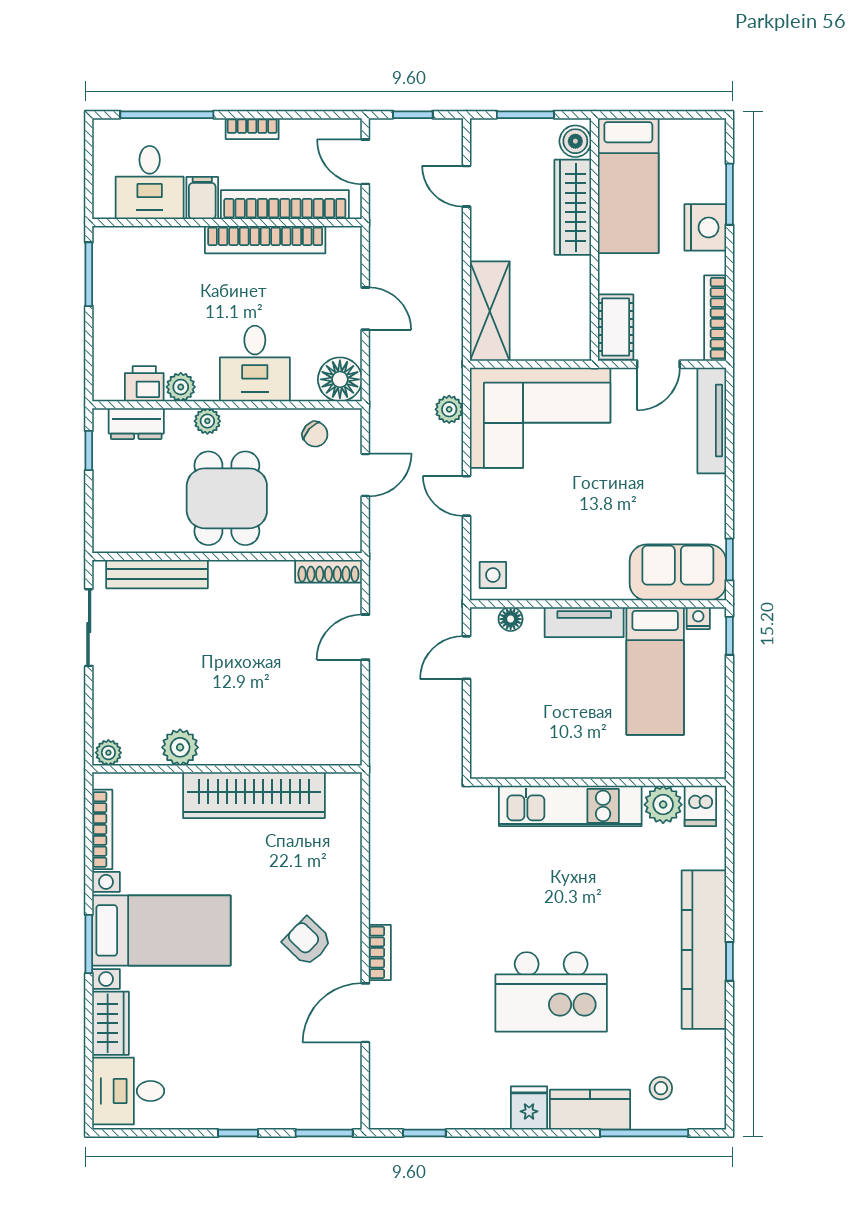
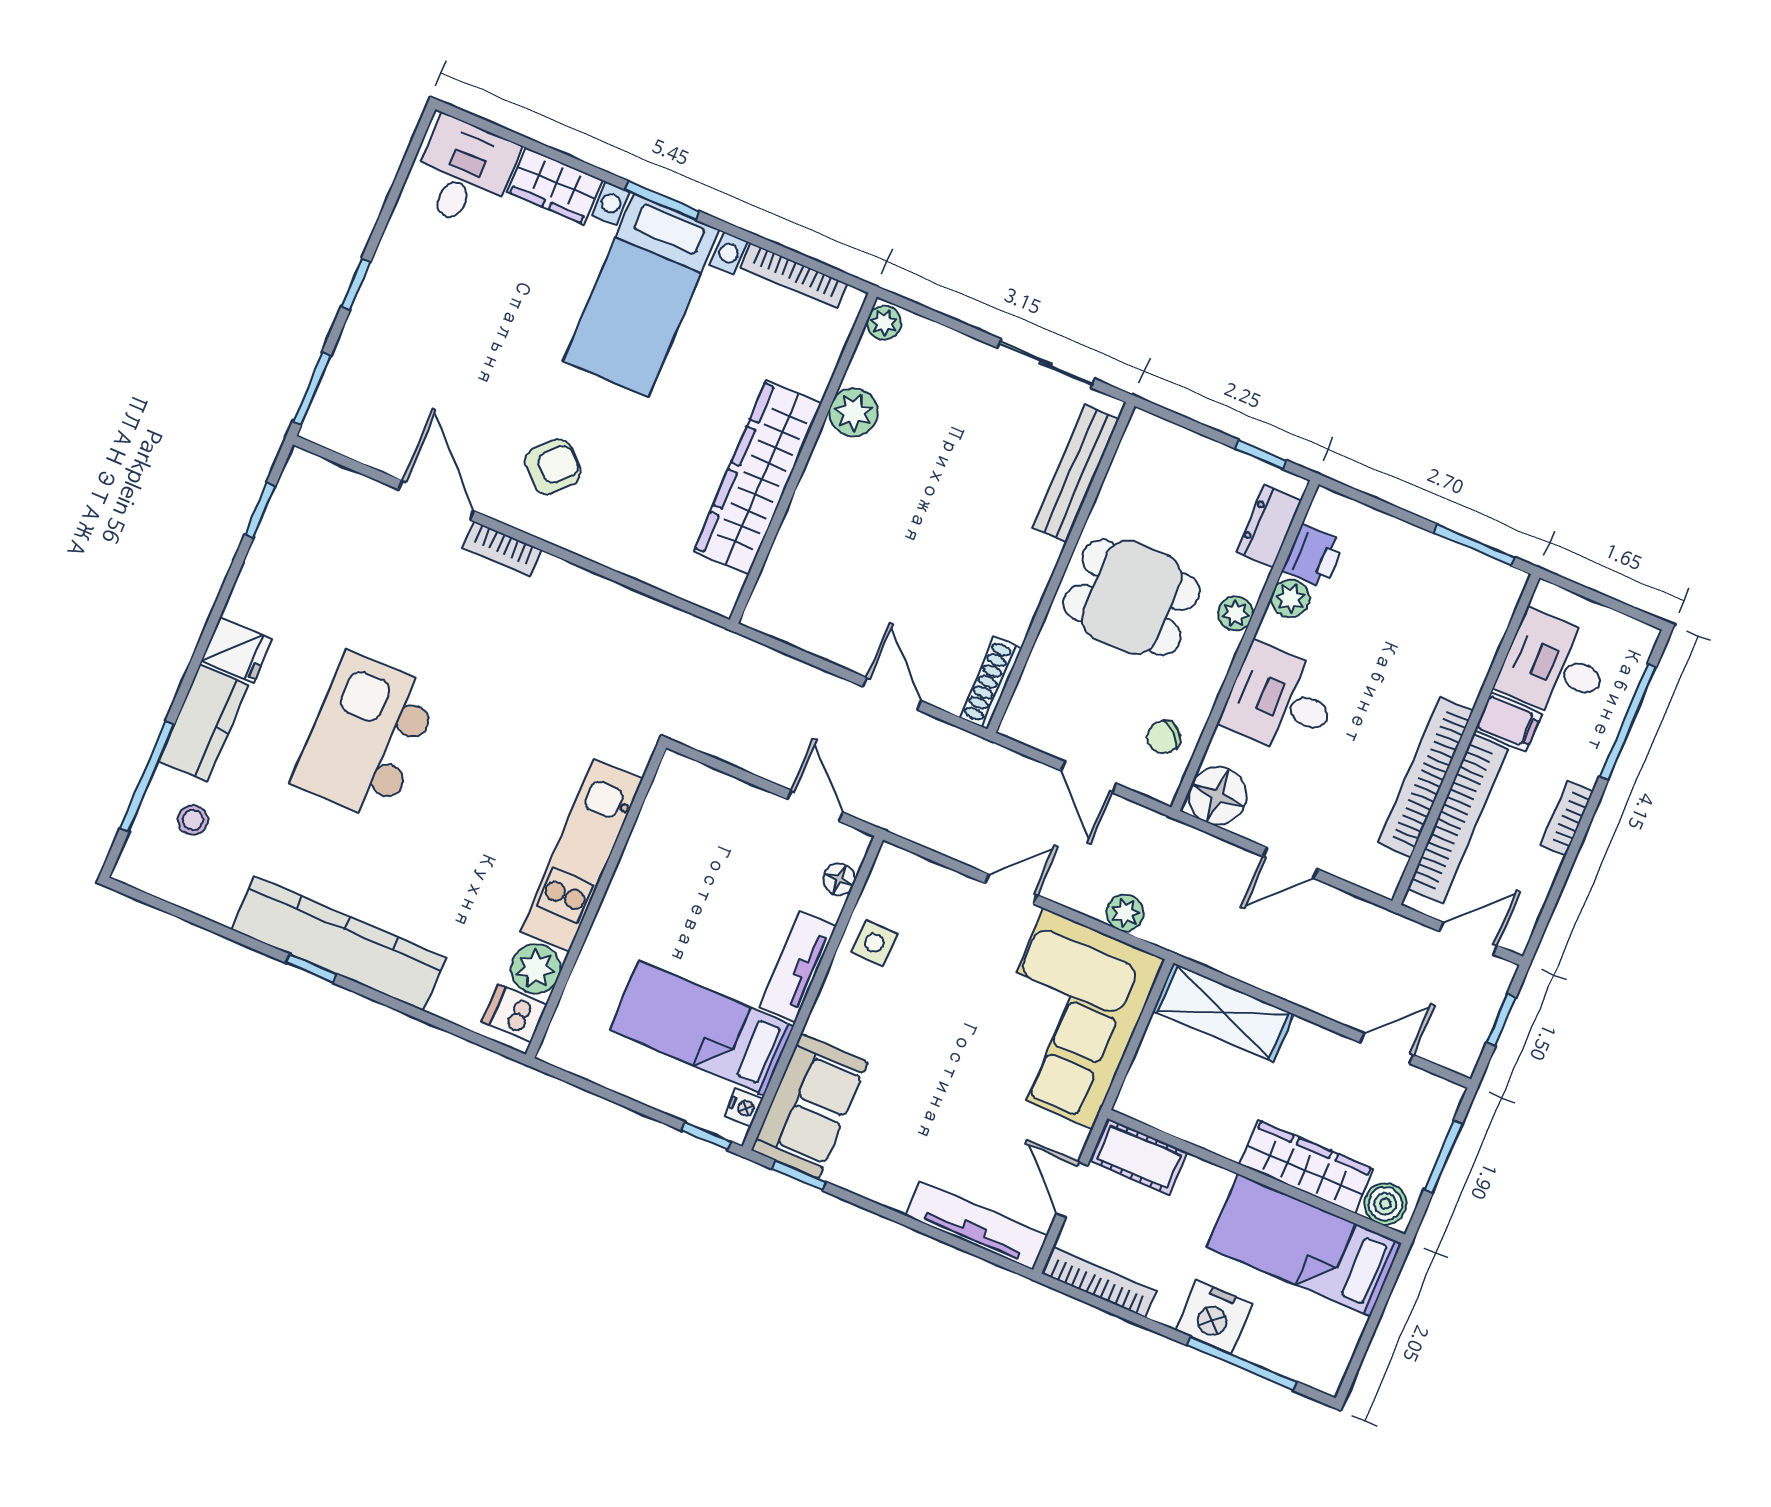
window: (729, 194) -> (1242, 1363), width x1.44
side table: (493, 575) -> (874, 943), moved

